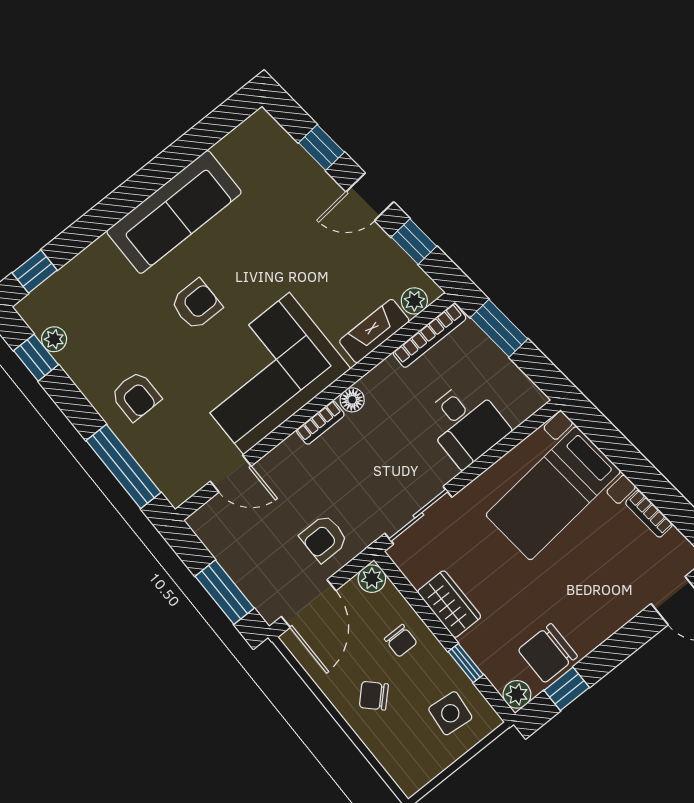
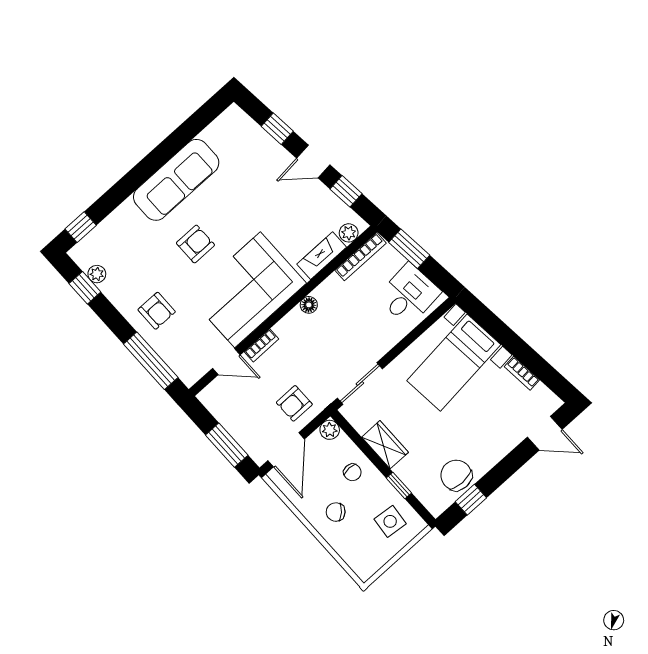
bookcase: (320, 423) -> (262, 345), moved
desk: (466, 424) -> (409, 295), moved, turned -96
chair: (548, 653) -> (456, 475), turned 90
plant: (517, 694) -> (436, 505), removed

